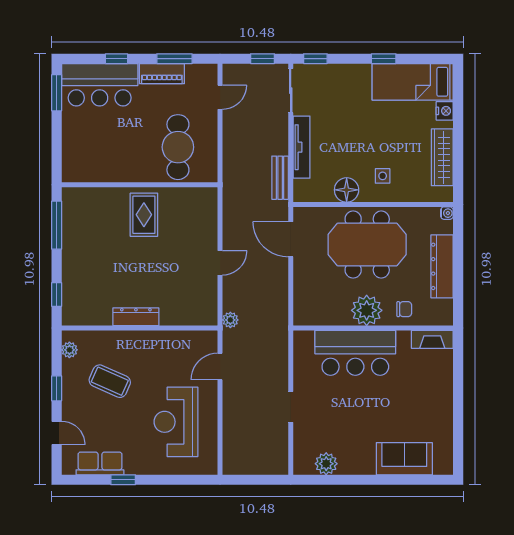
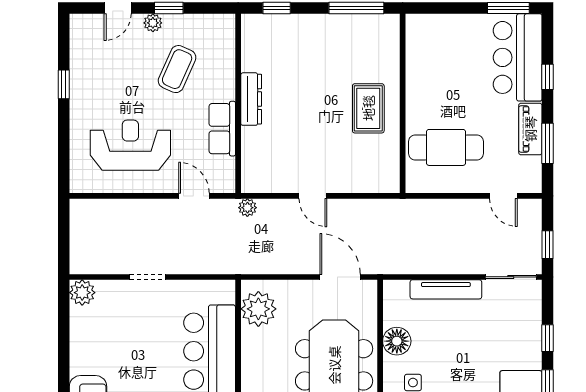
window: (315, 59) -> (548, 338), moved
bench: (280, 178) -> (411, 265), removed
rug: (144, 215) -> (368, 108), turned 90
door: (291, 239) -> (340, 277), hinge flipped
plant: (367, 310) -> (258, 309), moved
plant: (69, 350) -> (153, 23), moved
row of seats: (100, 463) -> (222, 129), moved, turned 180
plant: (326, 464) -> (82, 293), moved

